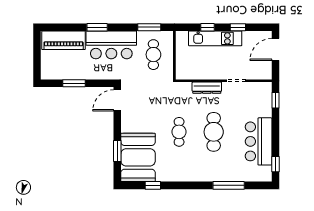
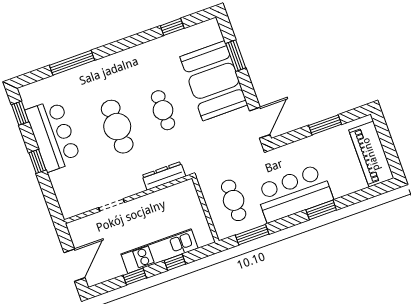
piano: (64, 40) -> (371, 154), moved, turned -90
dresser: (207, 88) -> (164, 176), moved
window: (275, 100) -> (37, 161), moved
booth: (138, 157) -> (214, 81), moved

